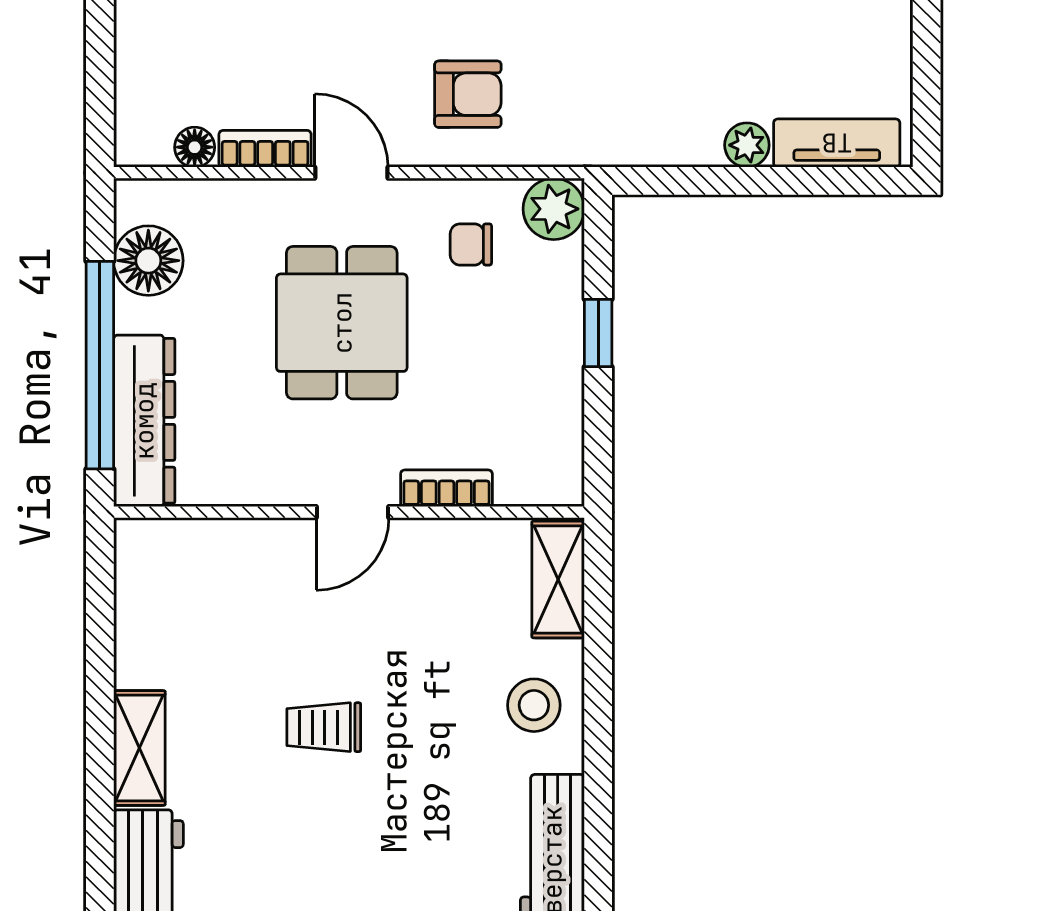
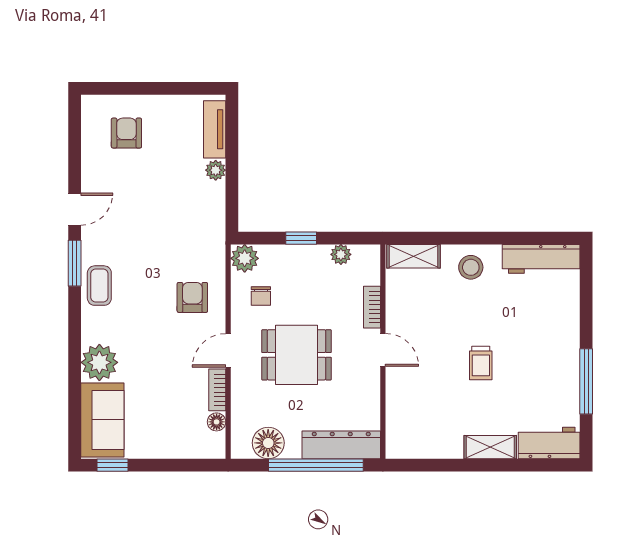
plant: (562, 420) -> (341, 254), added

